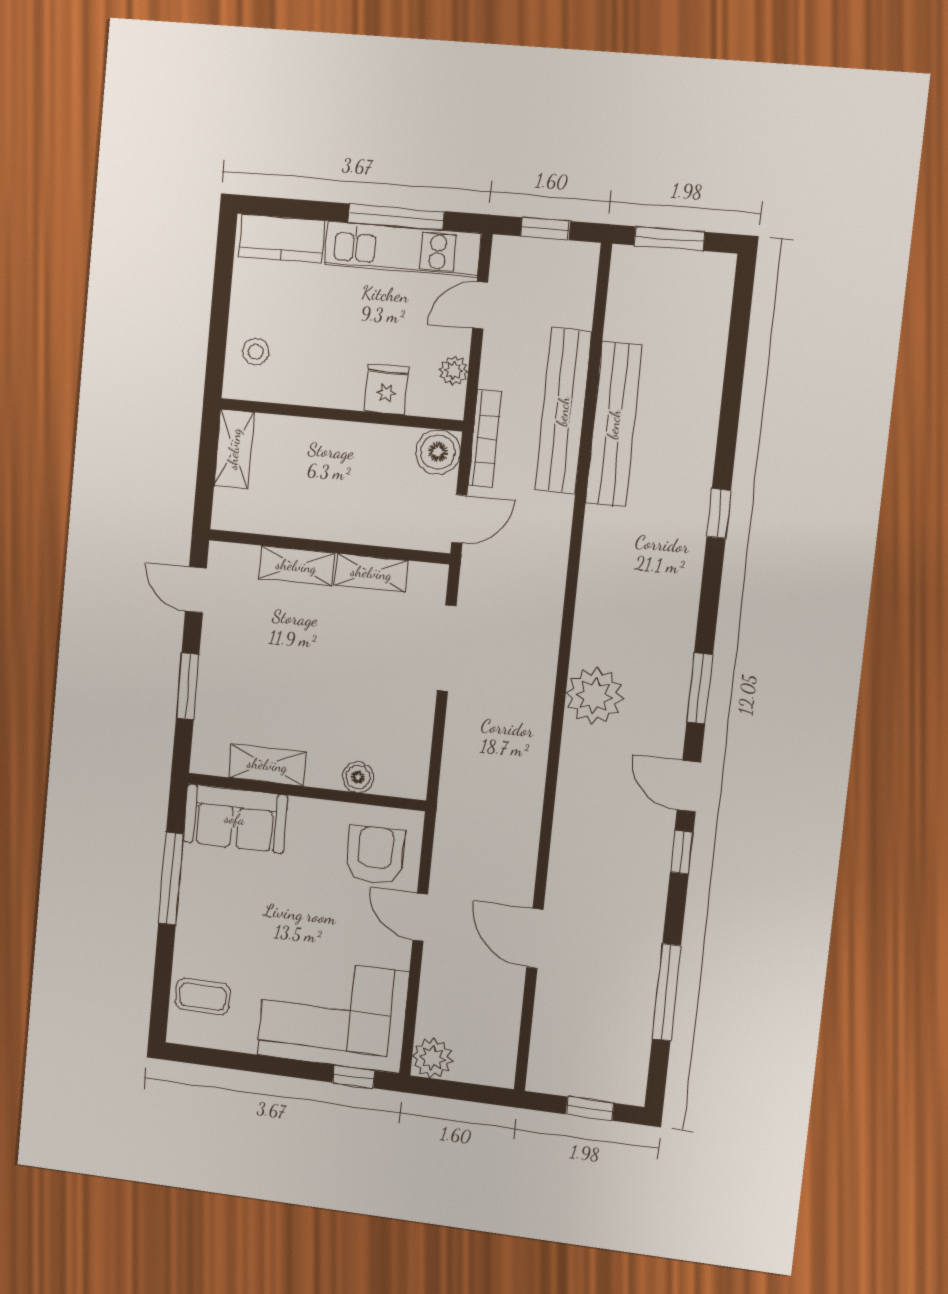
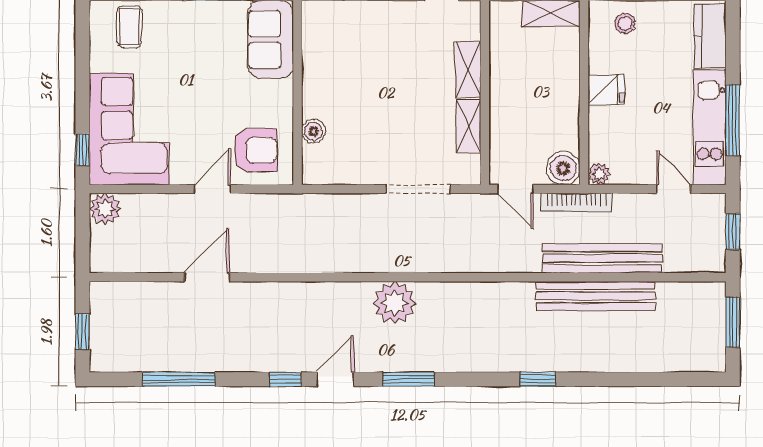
plant: (454, 371) -> (599, 174), moved
fridge: (386, 389) -> (606, 90), moved
shelving: (267, 765) -> (315, 61), removed

